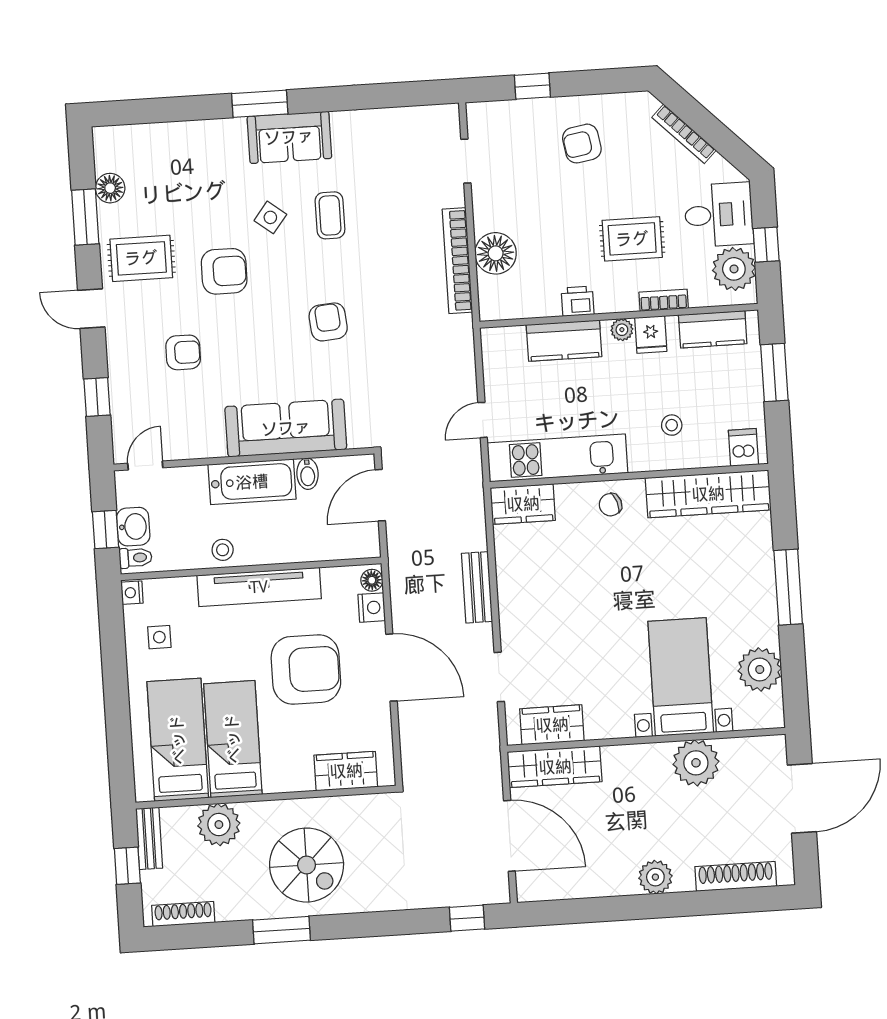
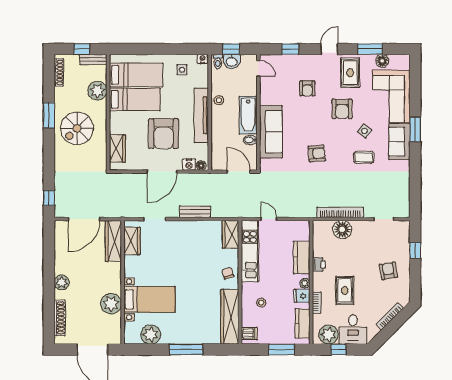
corner sofa: (189, 162) -> (391, 96), added

